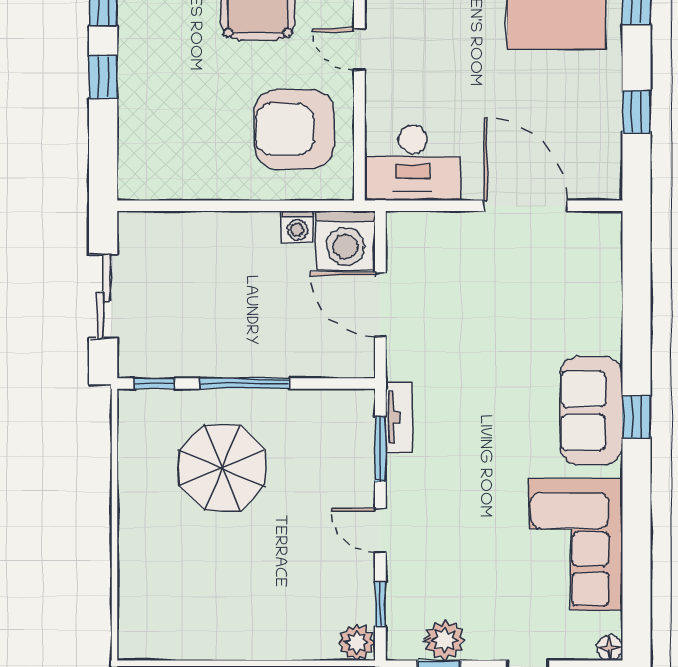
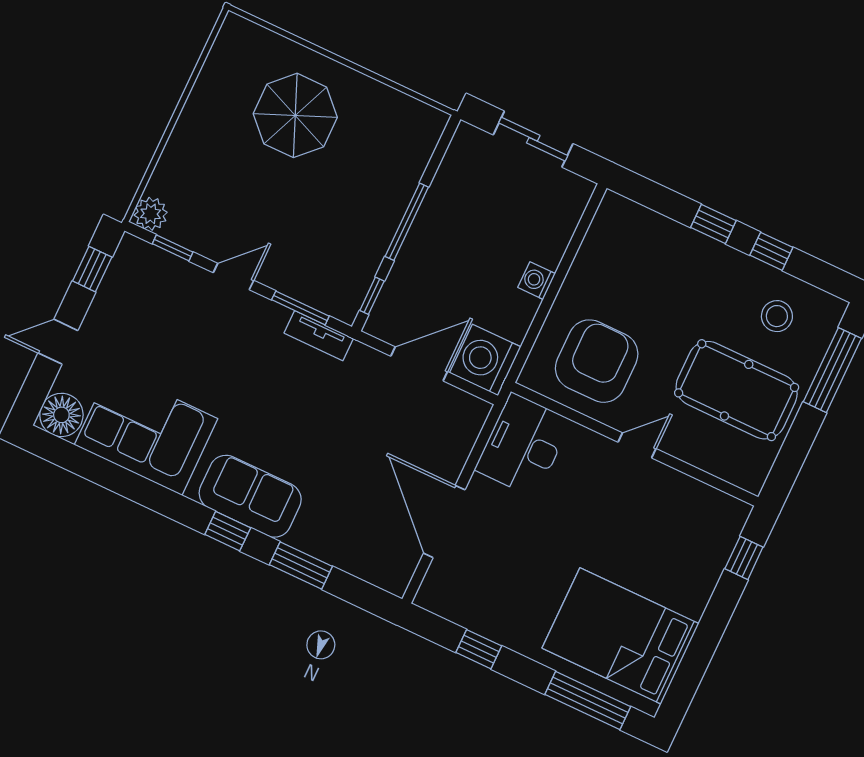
door: (526, 206) -> (444, 522), swing flipped
washing machine: (297, 227) -> (537, 281), moved
window: (636, 328) -> (301, 566), added
window: (154, 384) -> (372, 296), moved
parasol: (222, 468) -> (295, 115), moved
plant: (445, 640) -> (118, 287), removed
floor lamp: (610, 648) -> (61, 415), width x1.89, depth x1.89

